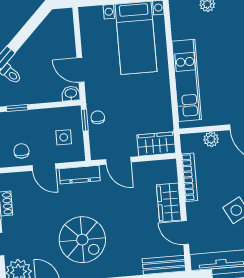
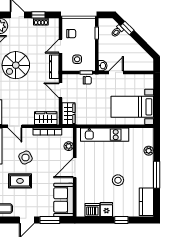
door: (118, 161) -> (61, 90), hinge flipped
wardrobe: (169, 202) -> (46, 118), moved
door: (185, 233) -> (15, 126), swing flipped

